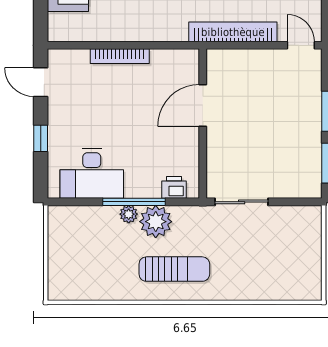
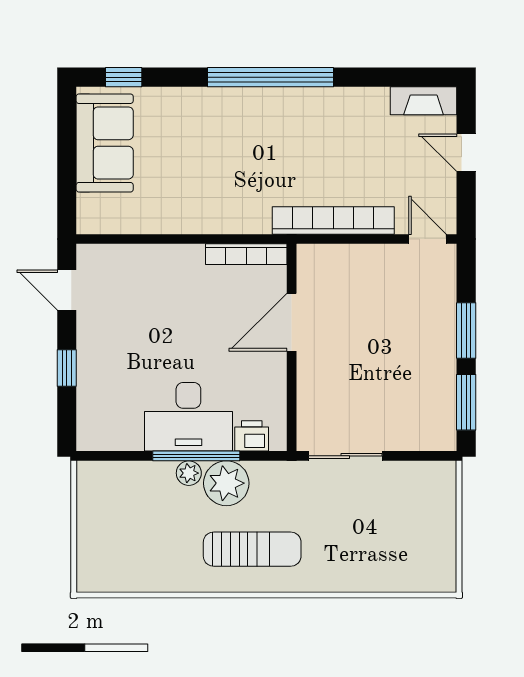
bookcase: (120, 56) -> (246, 254), moved
desk: (92, 174) -> (188, 417), moved

